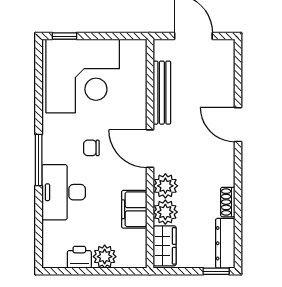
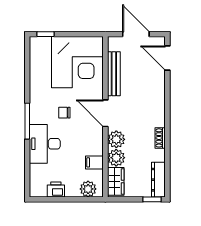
corner desk: (83, 76) -> (77, 62), moved
door: (238, 125) -> (167, 58), moved
shoe rack: (228, 202) -> (160, 138), moved
filing cabinet: (134, 209) -> (94, 162), width x0.50
plant: (105, 257) -> (88, 189), moved

